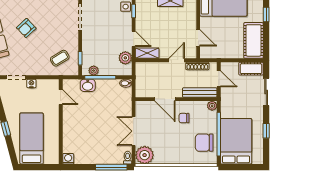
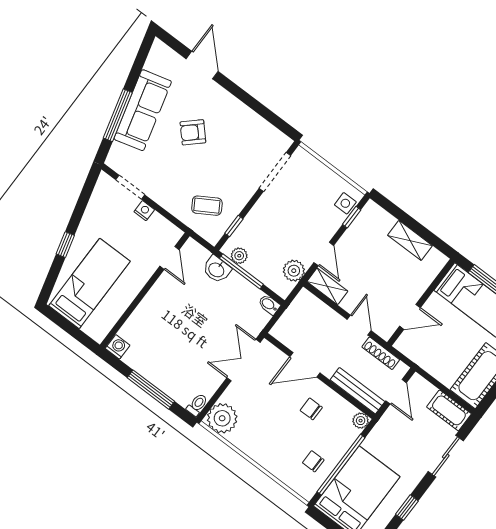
door: (198, 38) -> (410, 317), hinge flipped
door: (177, 60) -> (359, 325), hinge flipped
door: (165, 99) -> (305, 365), hinge flipped
double door: (134, 131) -> (244, 360), moved
chair: (204, 143) -> (313, 461), width x0.54, depth x0.54
window: (111, 167) -> (151, 390), moved

